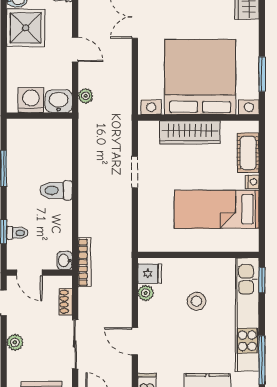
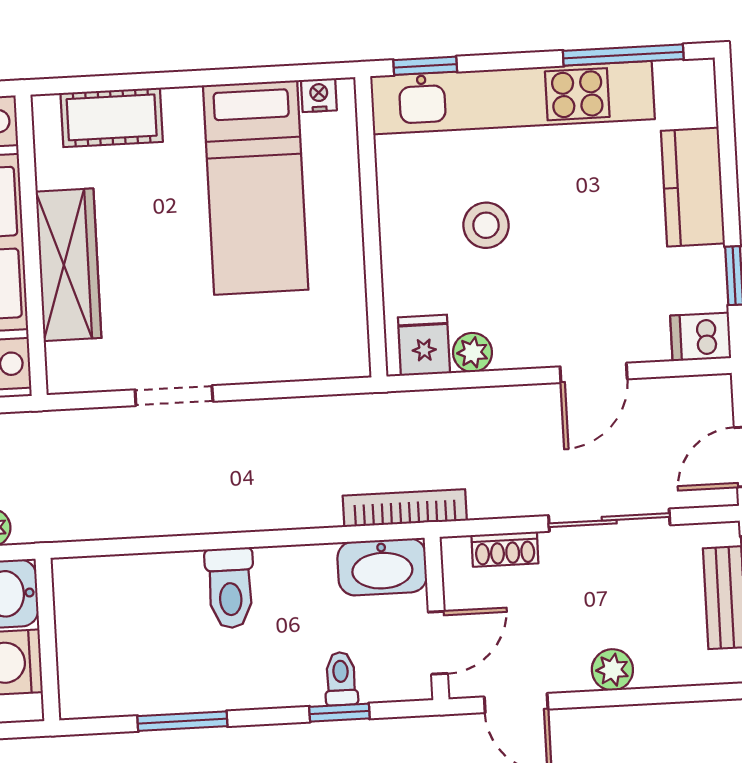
nightstand: (252, 182) -> (319, 95), moved
washbasin: (65, 260) -> (382, 567), width x1.91, depth x1.45

